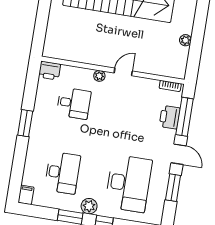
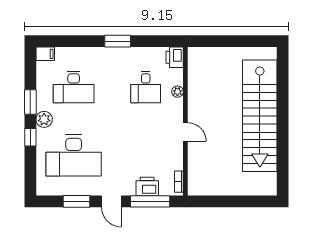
plant: (185, 40) -> (228, 190), removed
plant: (99, 76) -> (177, 92), moved
door: (179, 154) -> (111, 201), hinge flipped

